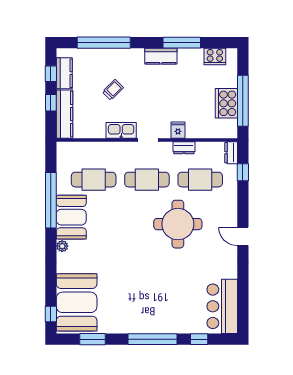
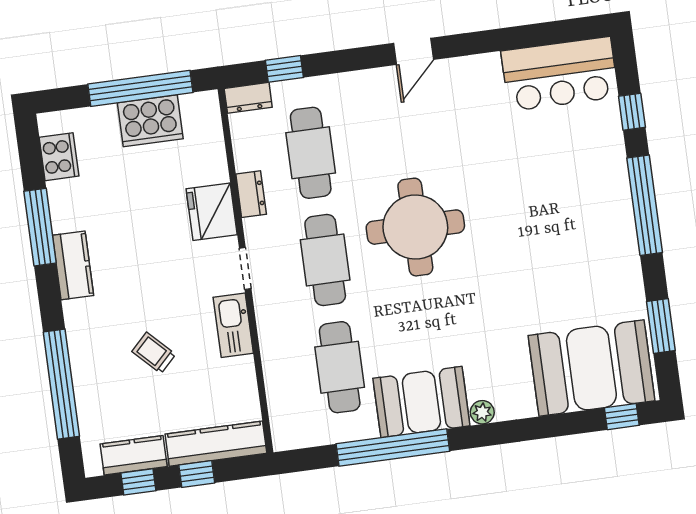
fridge: (178, 130) -> (212, 212), width x1.88, depth x1.34
round table: (178, 224) -> (415, 227), moved

